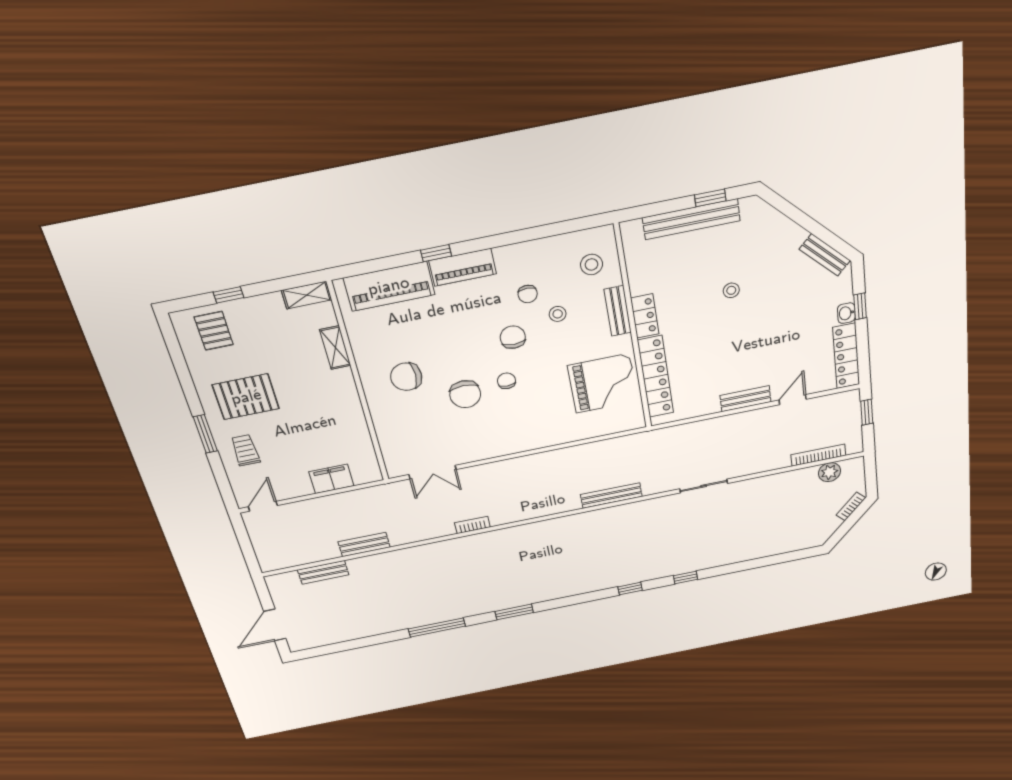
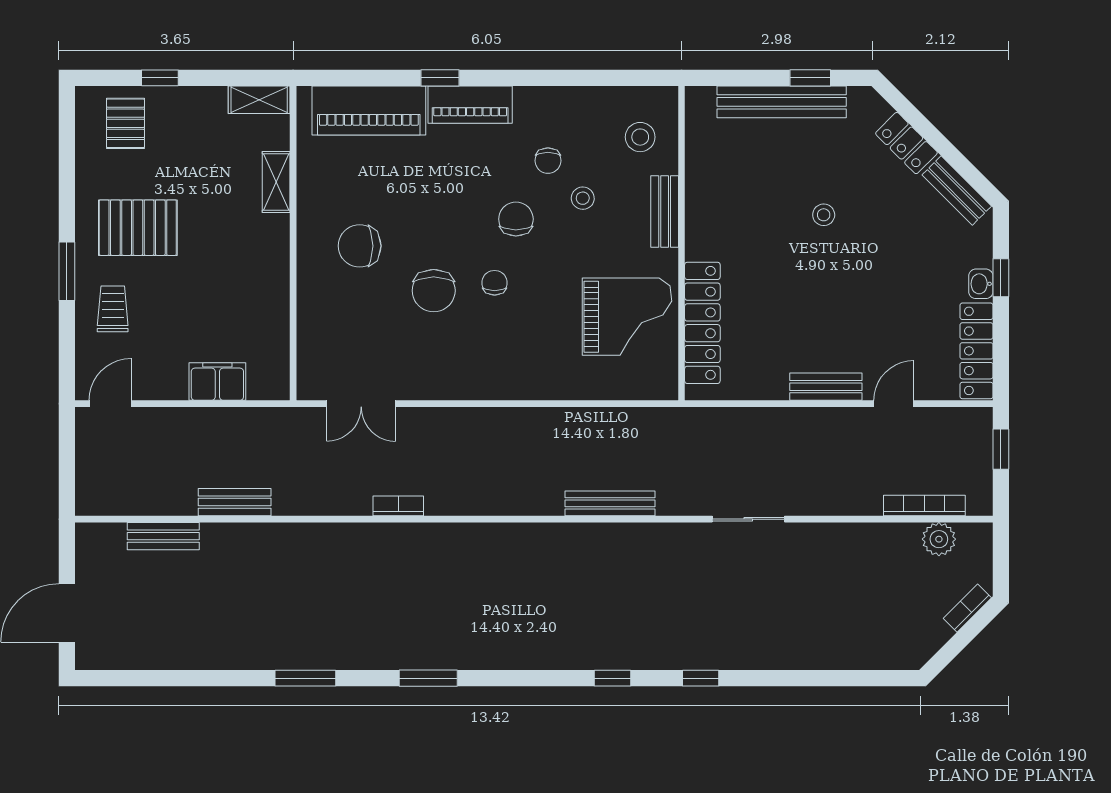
locker: (645, 316) -> (906, 143), moved, turned 135
window: (437, 627) -> (305, 678), width x0.69

